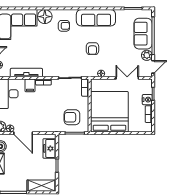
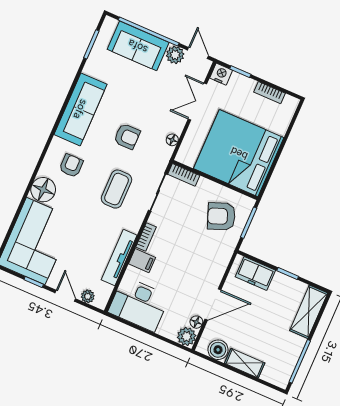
coffee table: (62, 55) -> (117, 189), added
nightstand: (147, 100) -> (221, 74), moved
armchair: (72, 117) -> (221, 216), turned 69

